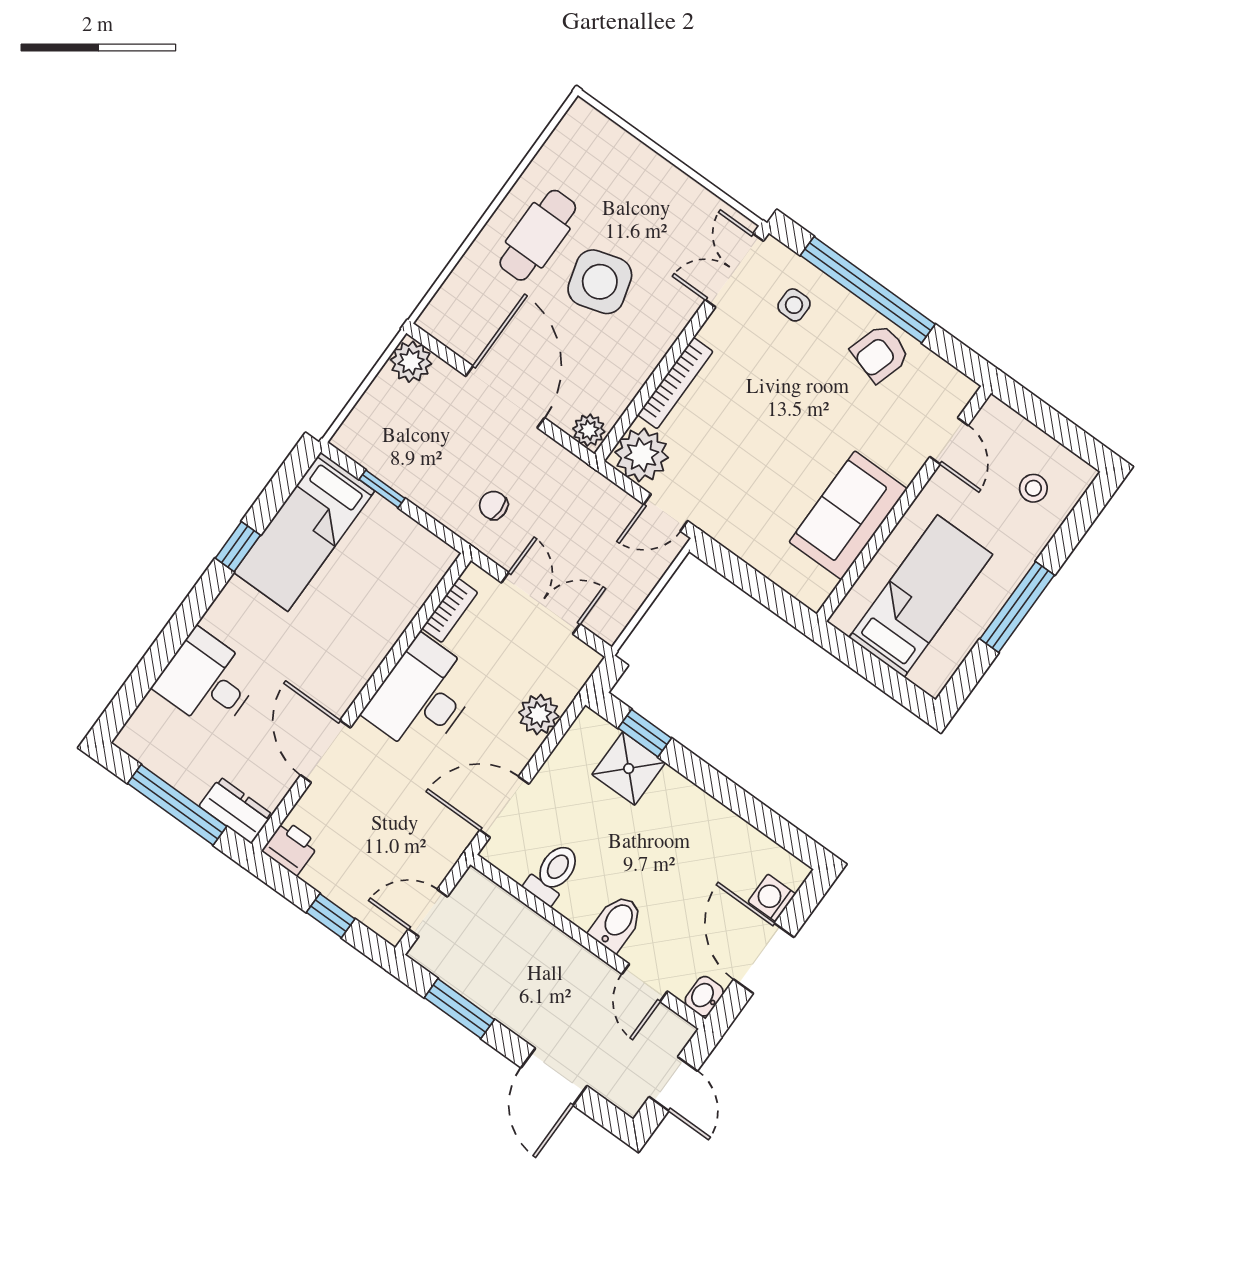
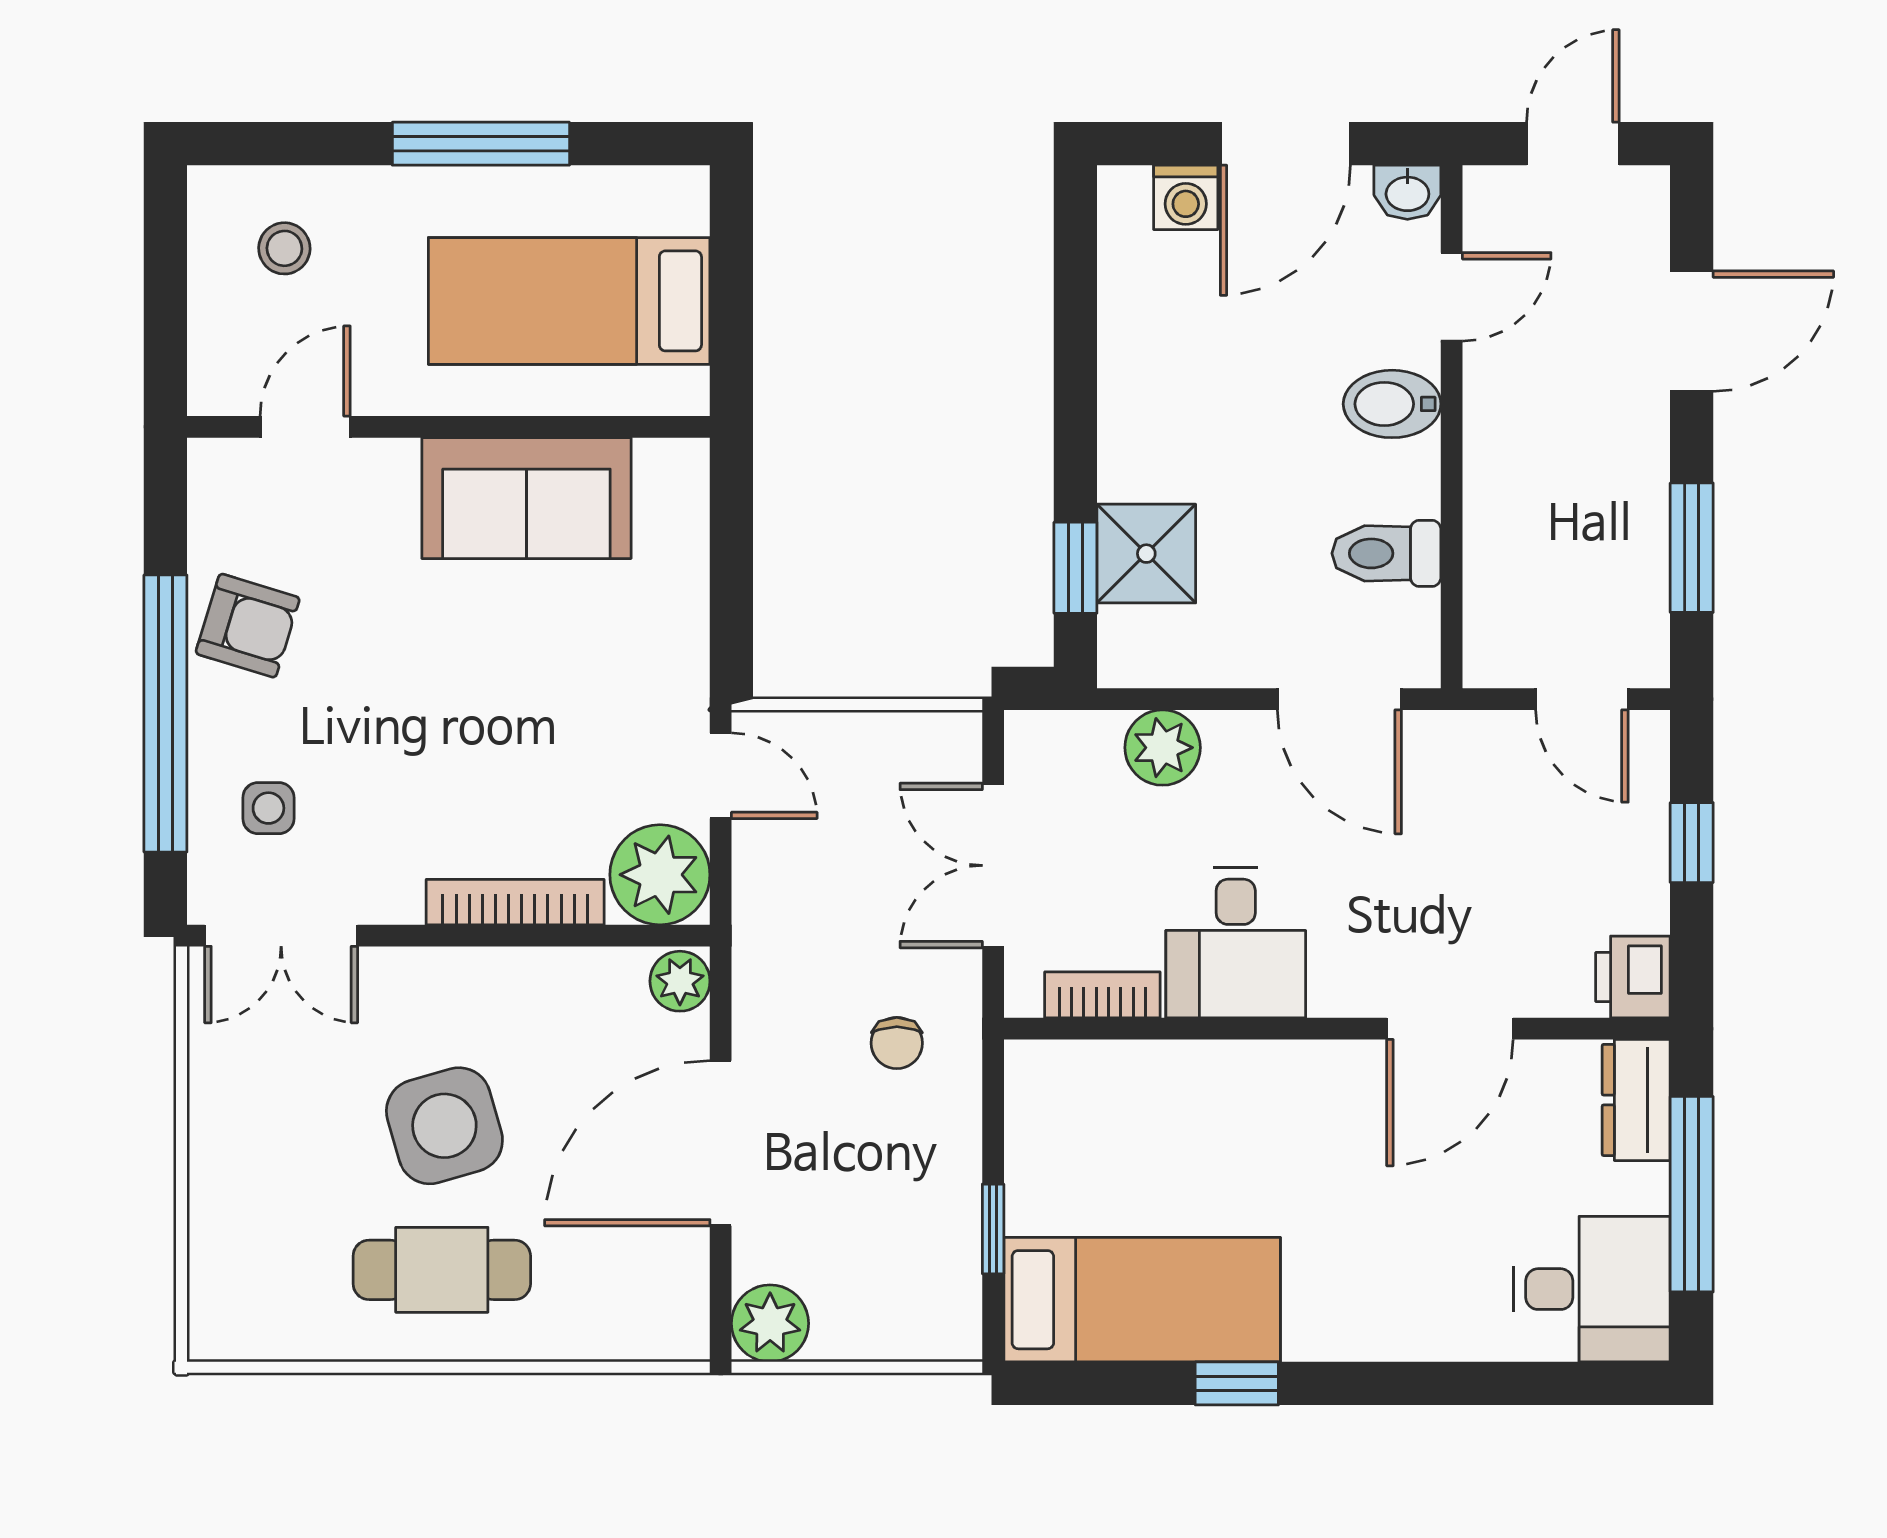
desk: (207, 681) -> (1592, 1289), moved, turned -90
desk: (422, 696) -> (1236, 943), width x0.73

